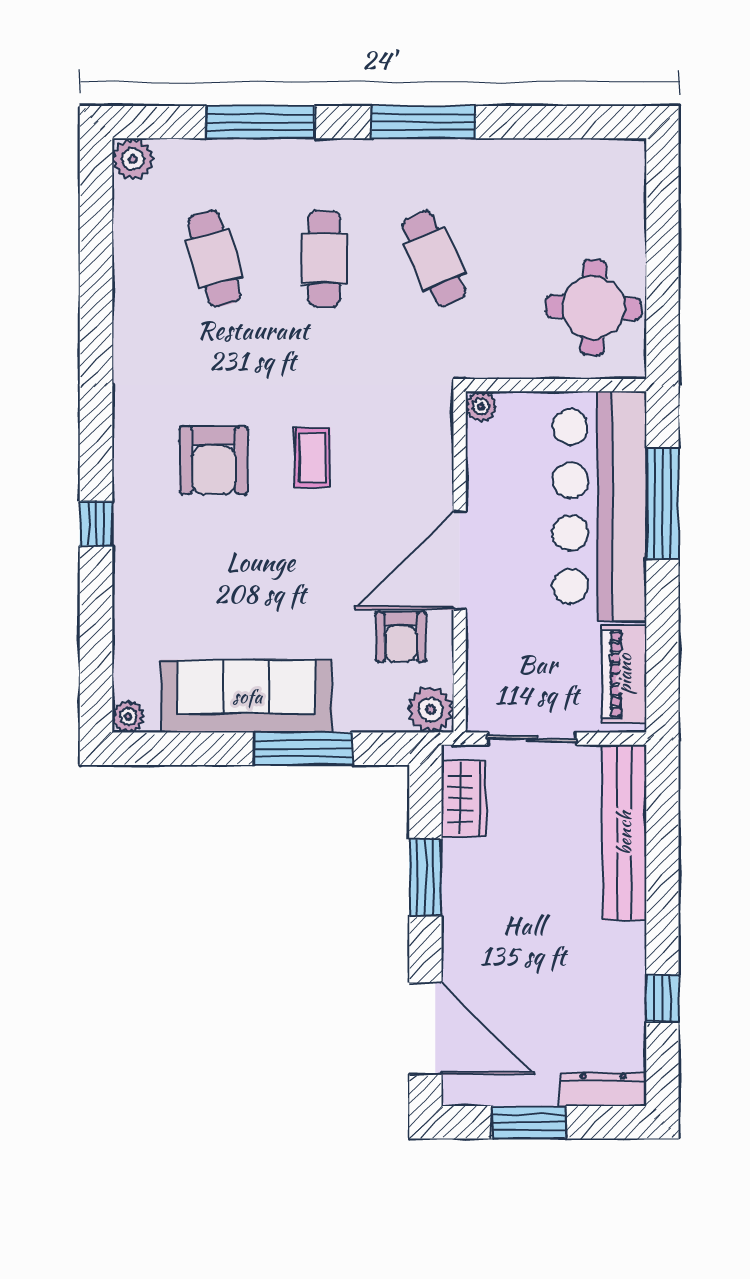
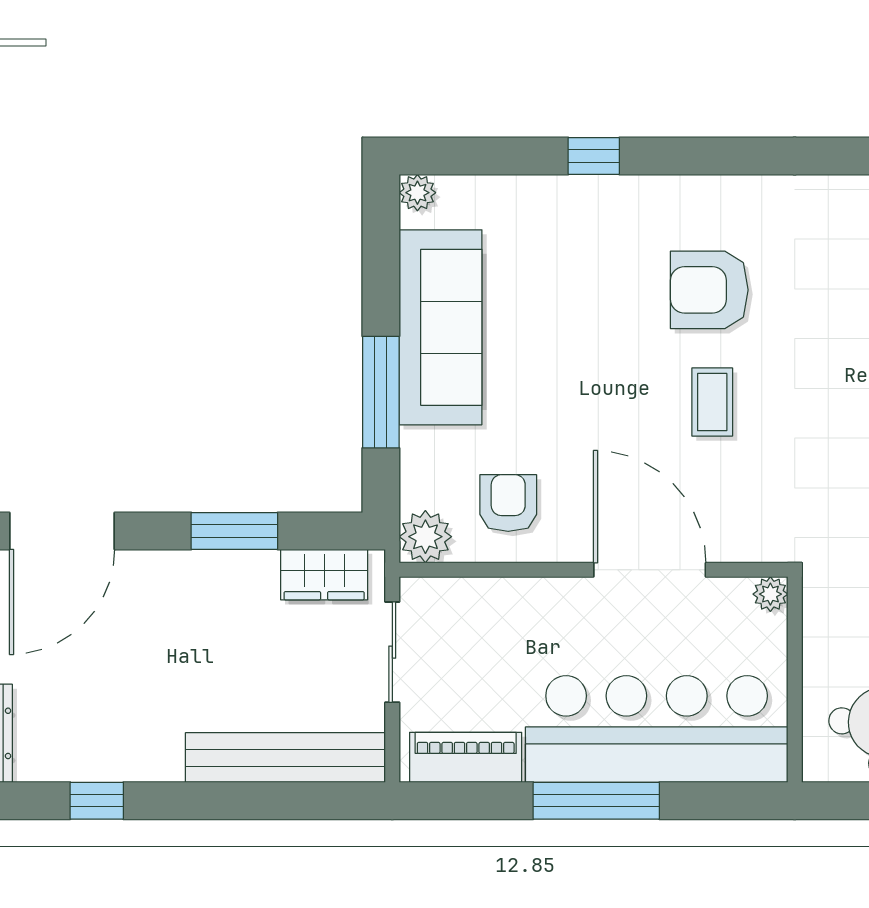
coffee table: (312, 458) -> (712, 402), turned 90
window: (662, 504) -> (596, 801), moved
window: (96, 524) -> (594, 156), moved
door: (460, 560) -> (650, 570), moved
armchair: (401, 637) -> (508, 503), turned 90

